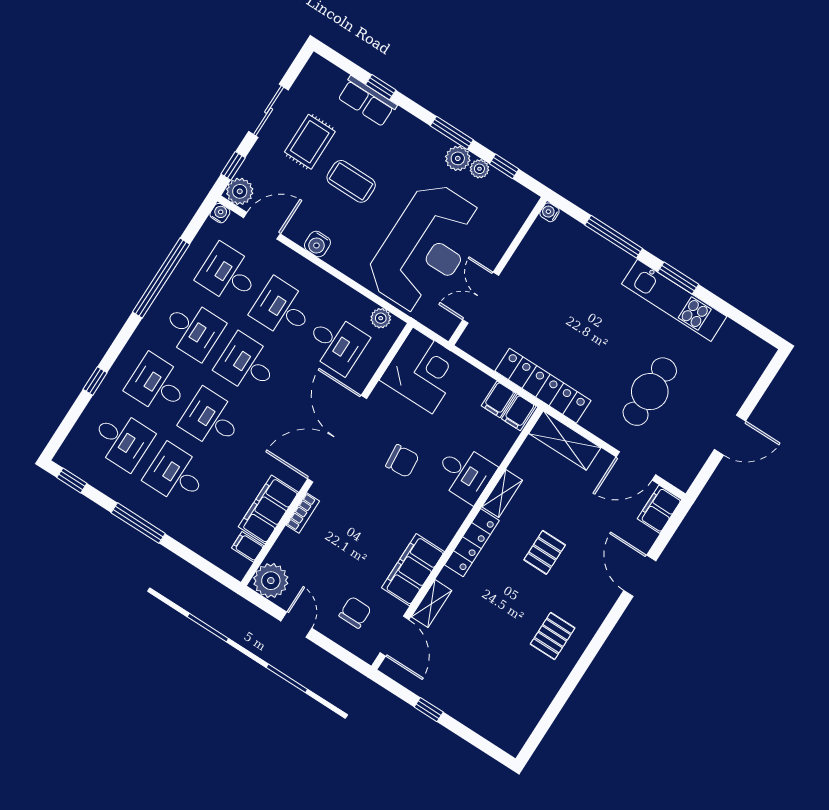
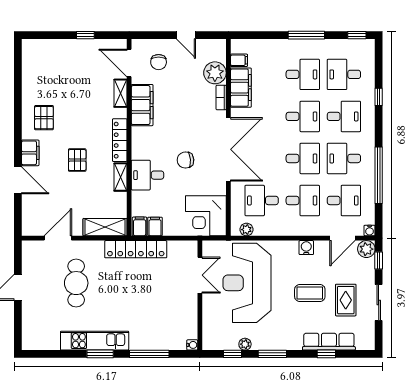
row of seats: (367, 101) -> (329, 342), width x1.48
plant: (458, 158) -> (260, 342), removed
filing cabinet: (659, 509) -> (30, 153), moved
plant: (271, 581) -> (215, 73), moved

